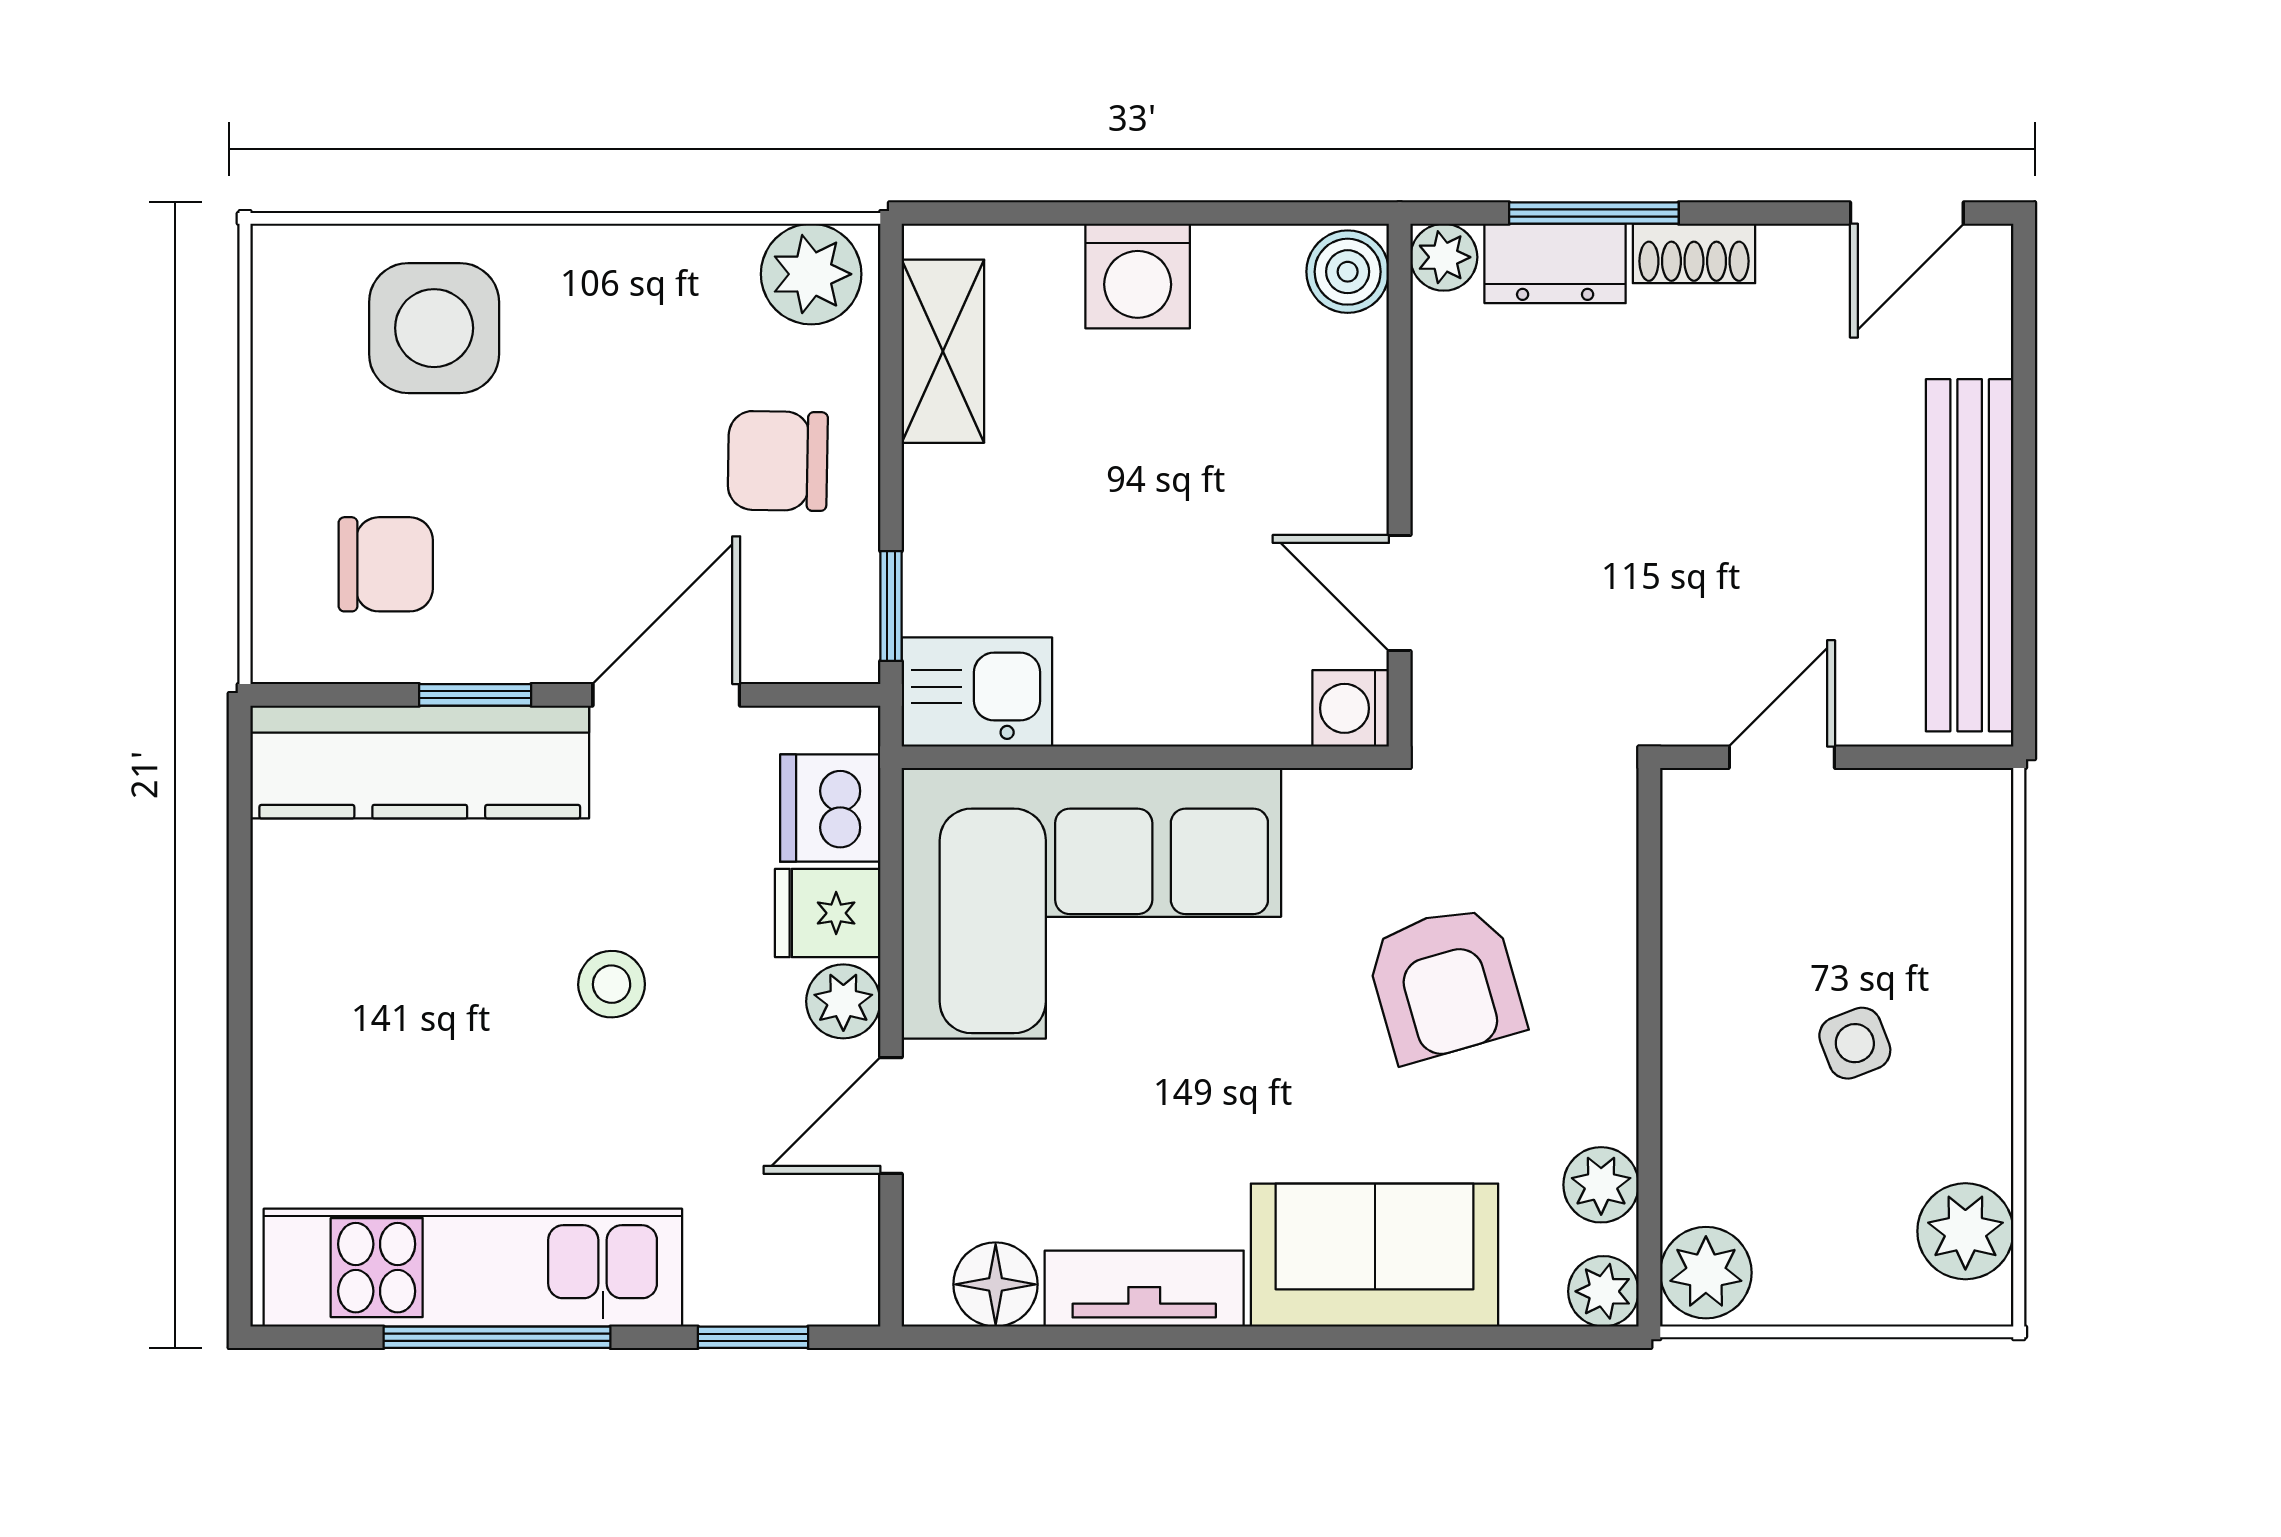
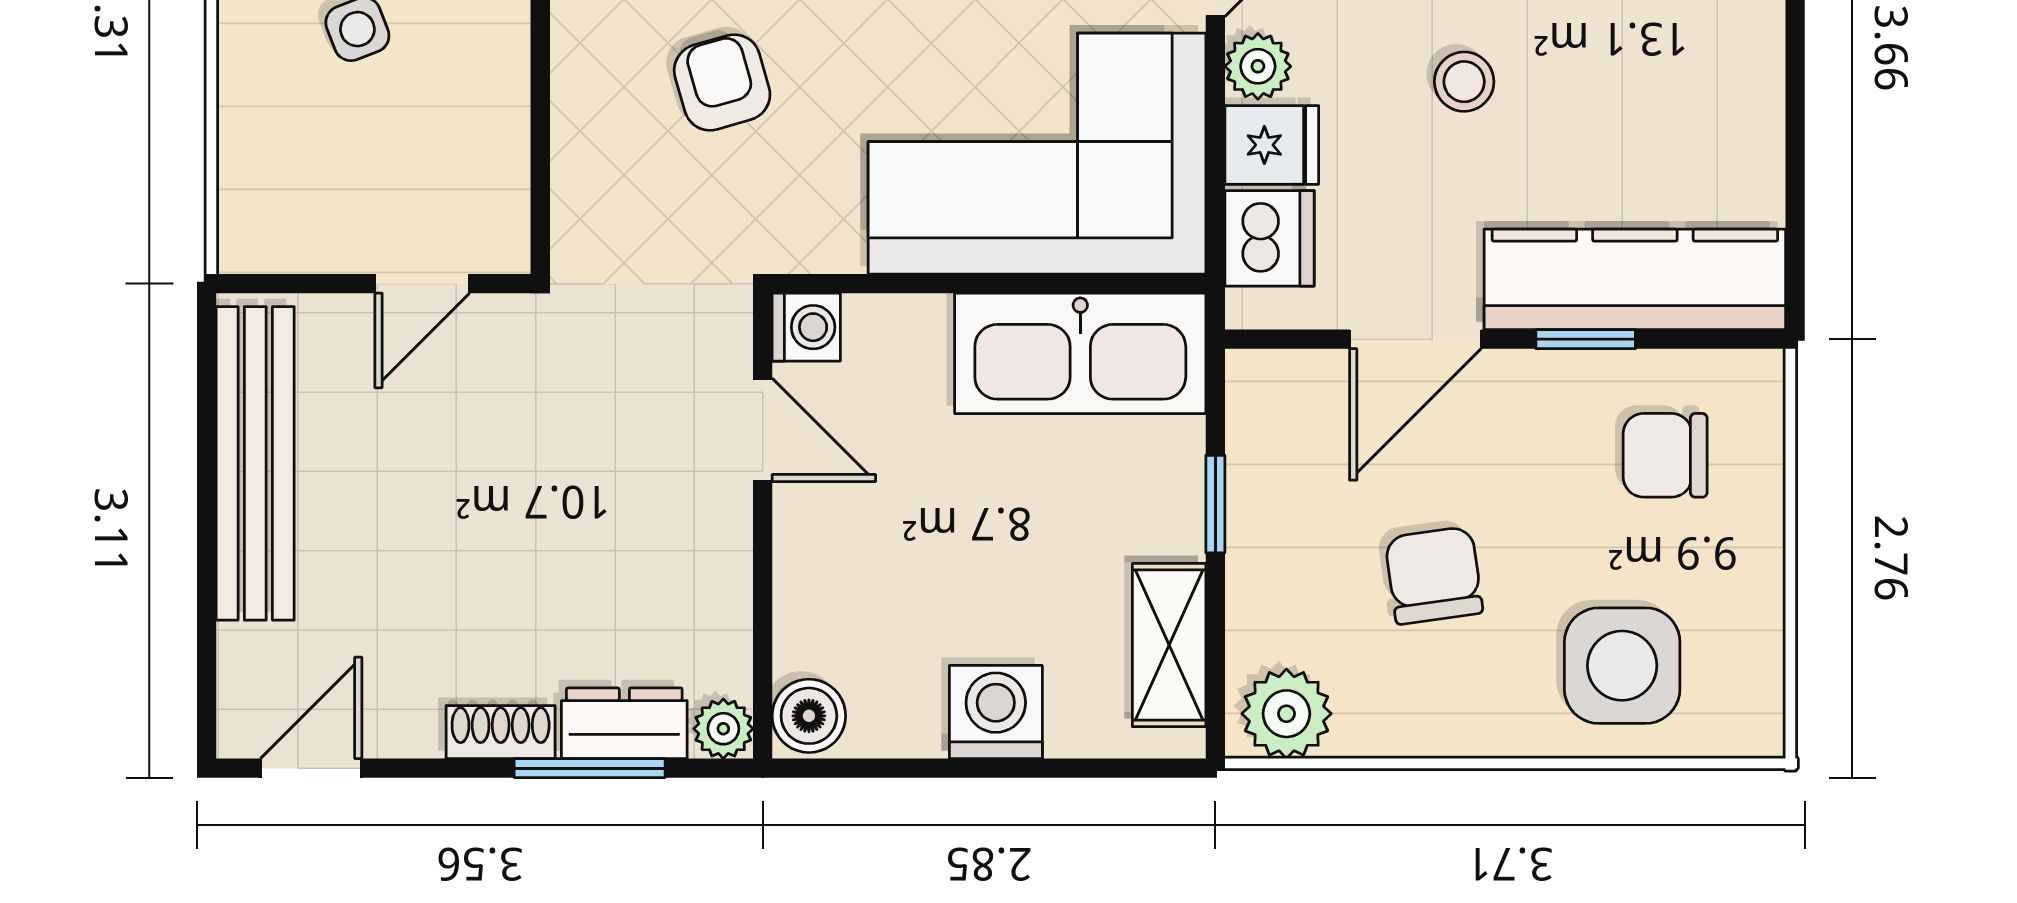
chair: (778, 461) -> (1434, 575), moved, turned -99
window: (891, 606) -> (1215, 504), moved
kitchen sink: (977, 692) -> (1080, 353), width x1.88, depth x1.24
armchair: (1445, 983) -> (722, 82), width x0.72, depth x0.72

